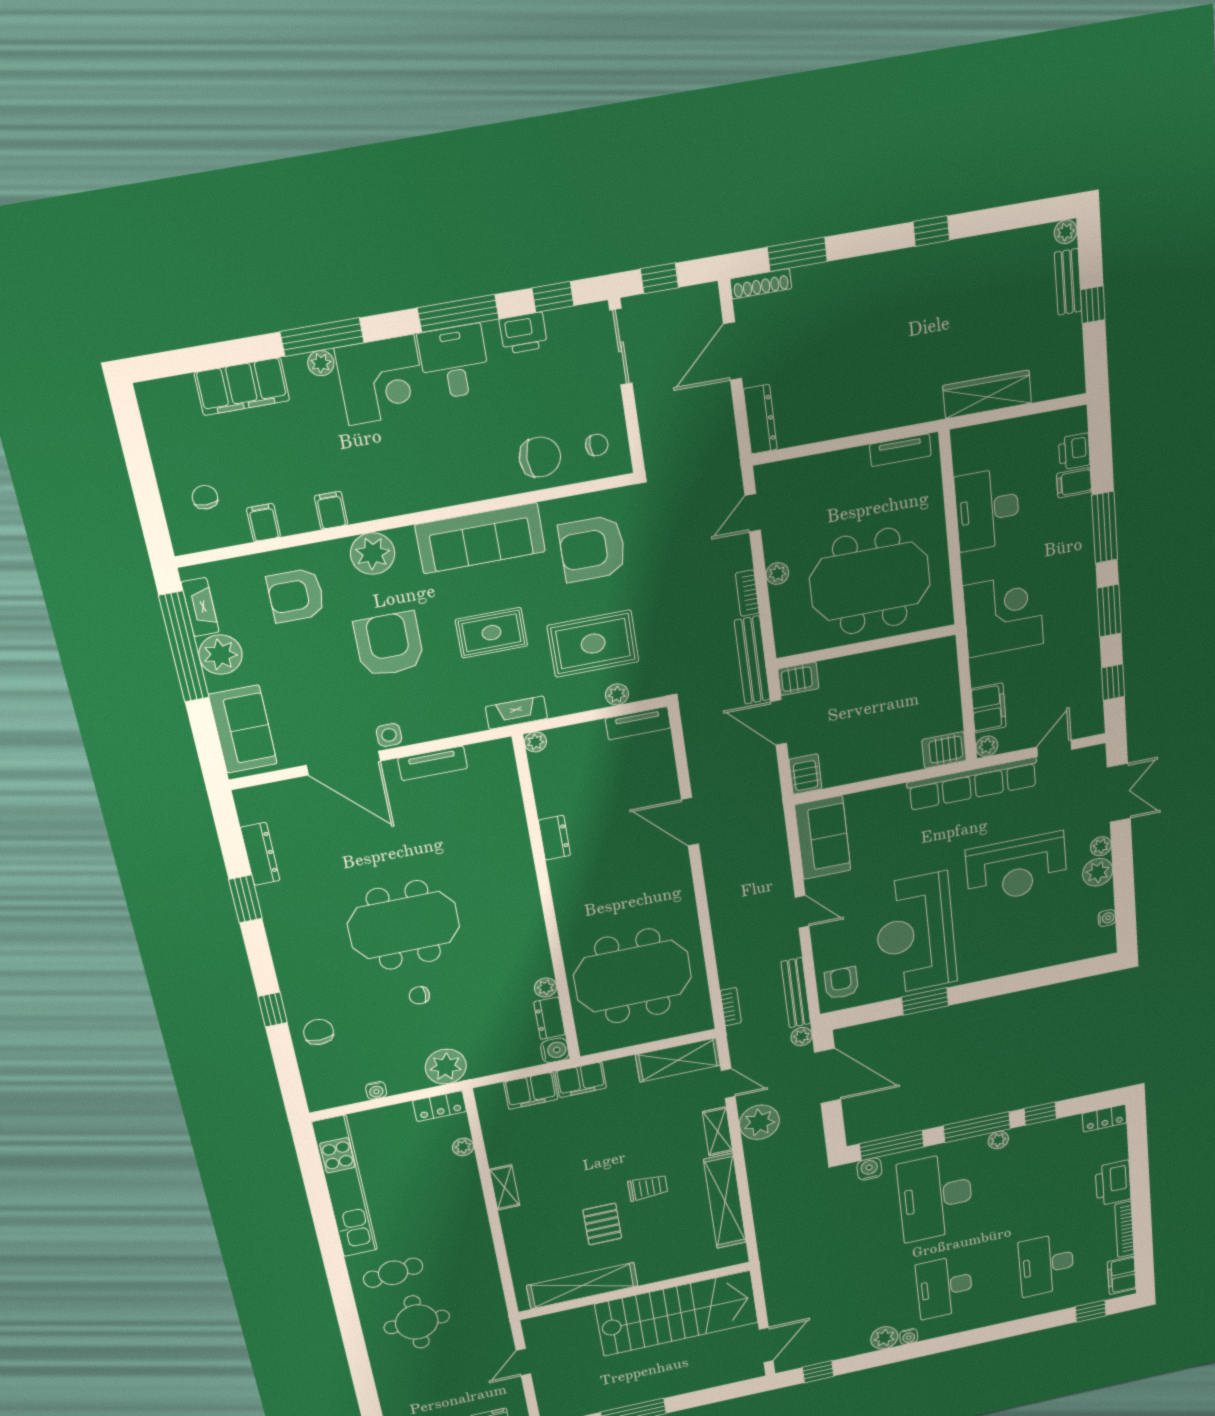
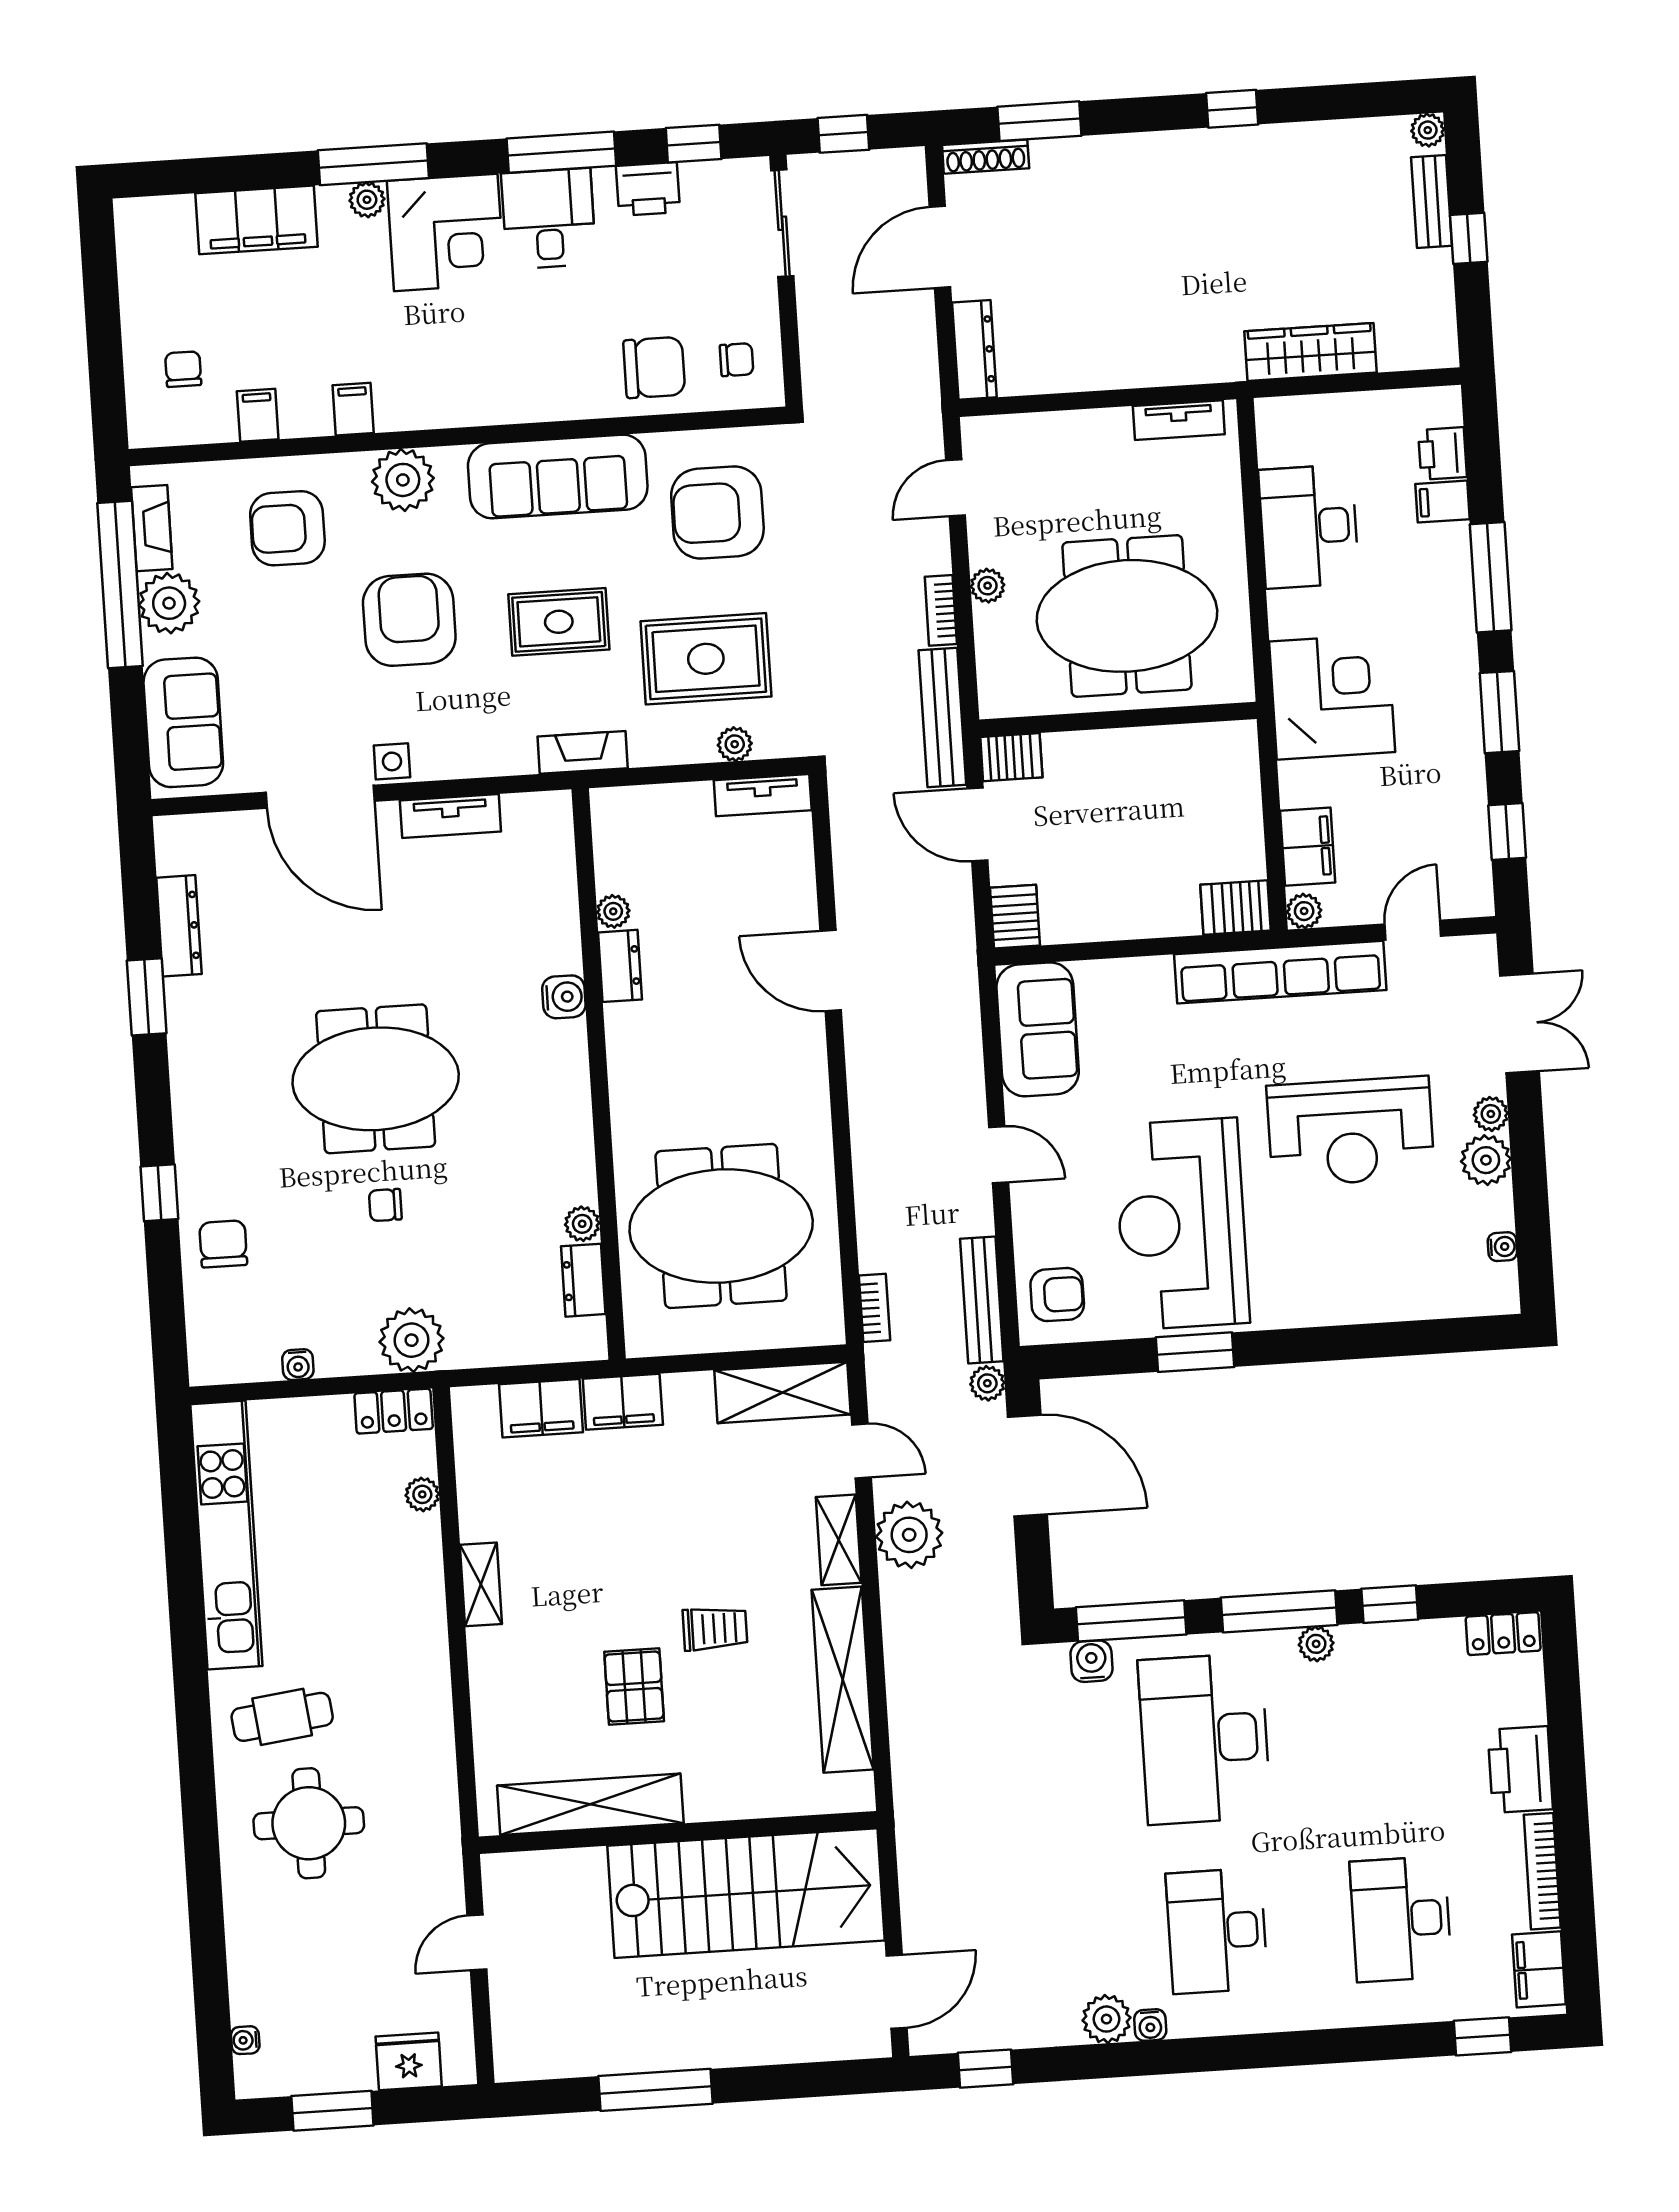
plant: (535, 742) -> (613, 911), moved
armchair: (841, 983) -> (1057, 1295), turned 90
water cooler: (555, 1050) -> (564, 997), moved

